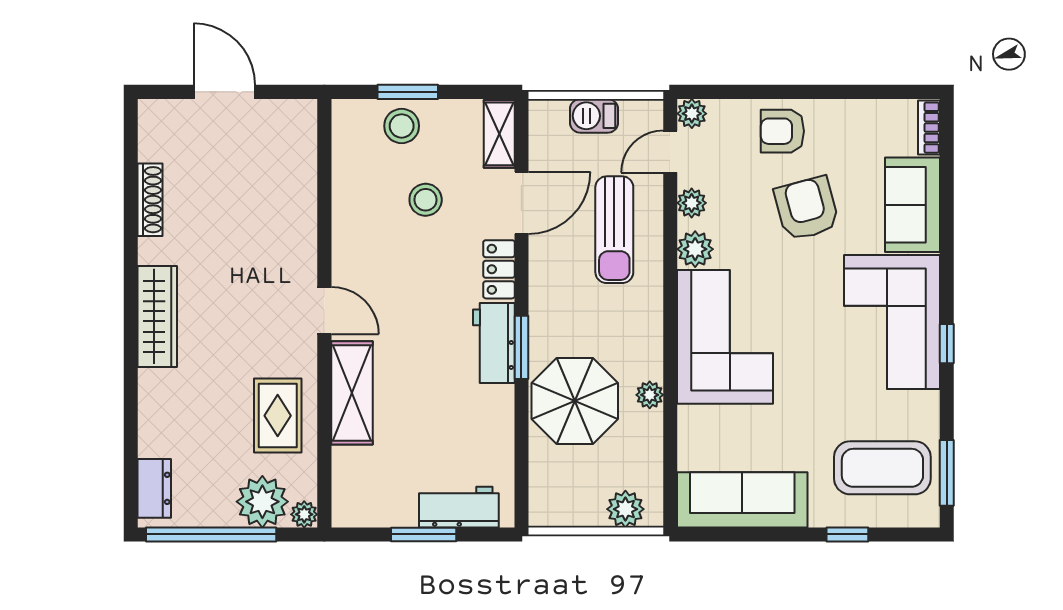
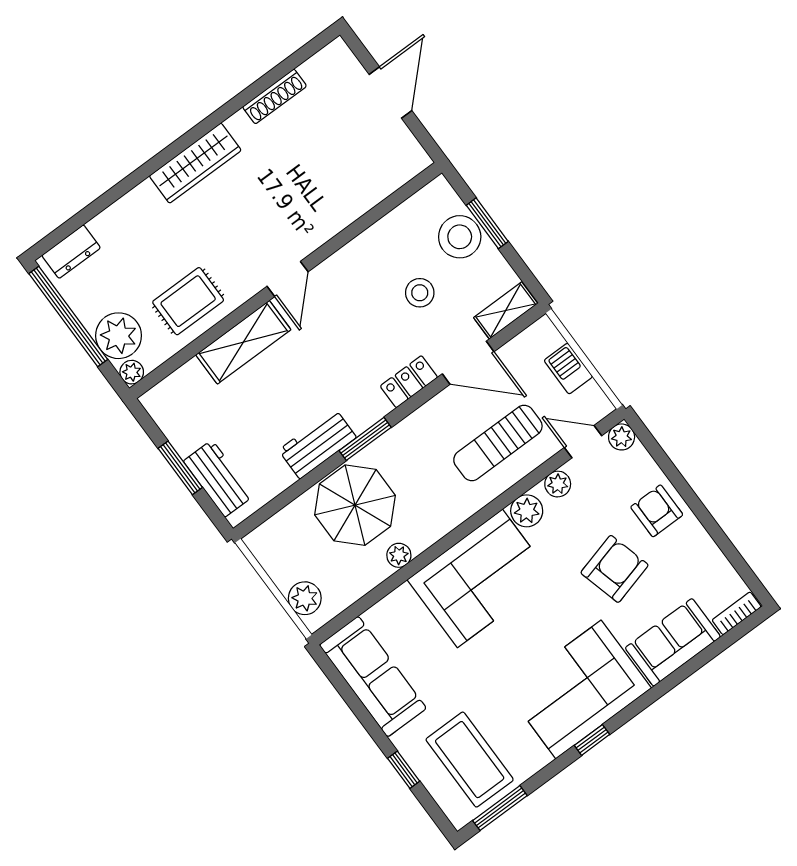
stool: (402, 126) -> (460, 237), width x1.38, depth x1.38
workbench: (494, 343) -> (317, 444), moved

